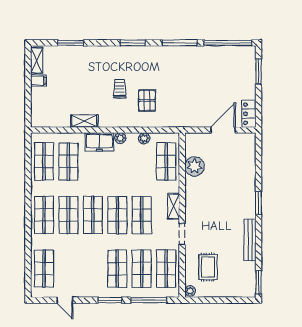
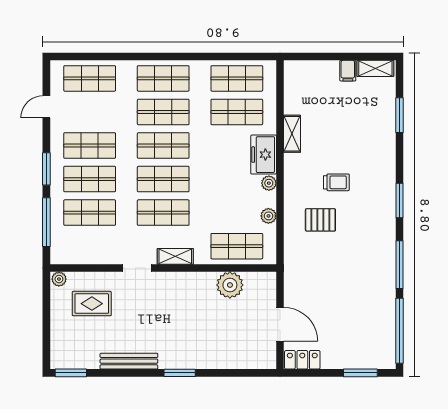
shop shelf: (166, 269) -> (90, 146), moved

